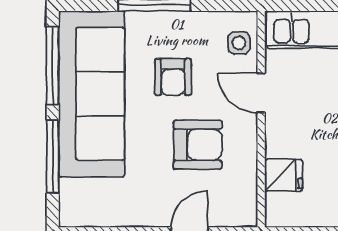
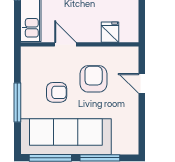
side table: (239, 43) -> (38, 56), removed
door: (261, 93) -> (65, 44), swing flipped

